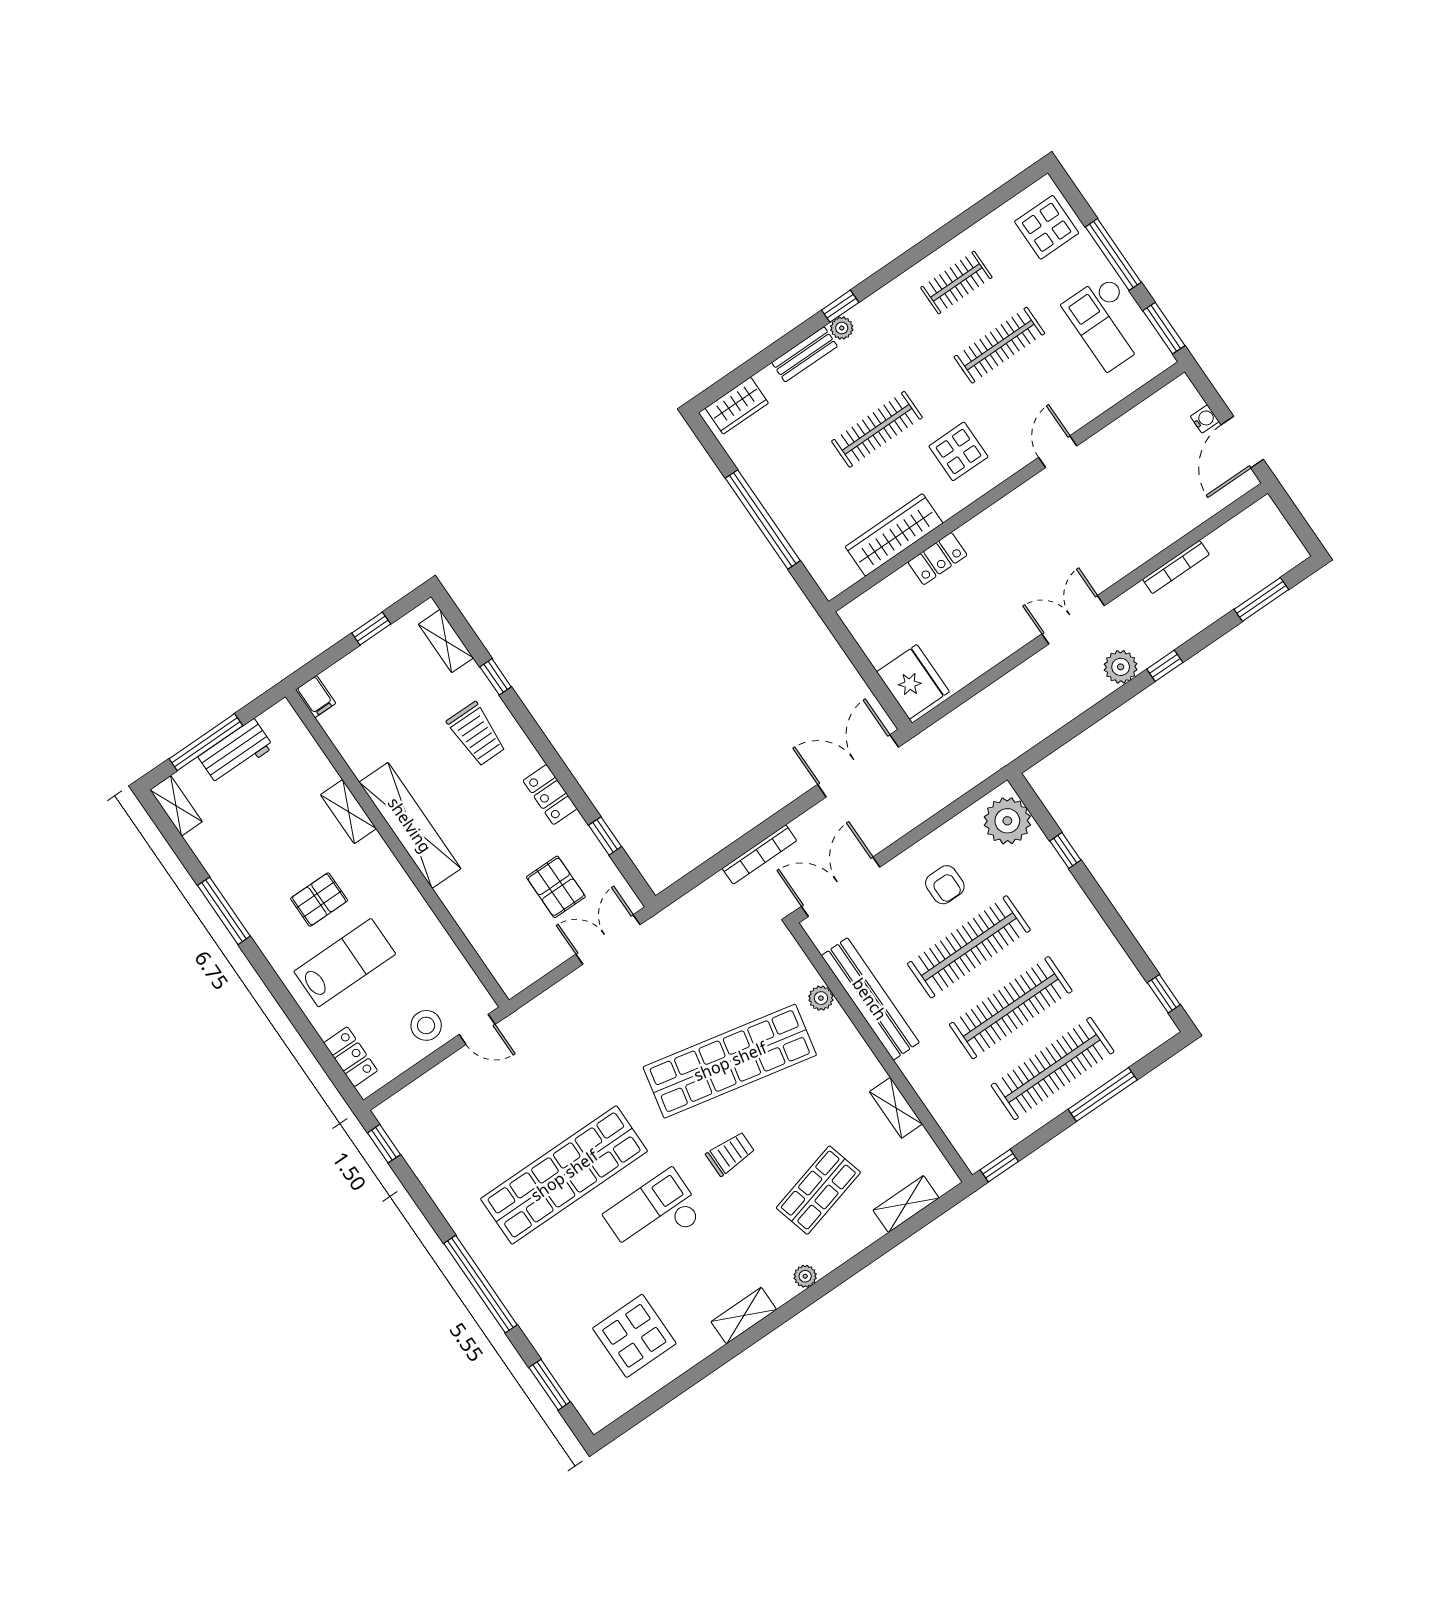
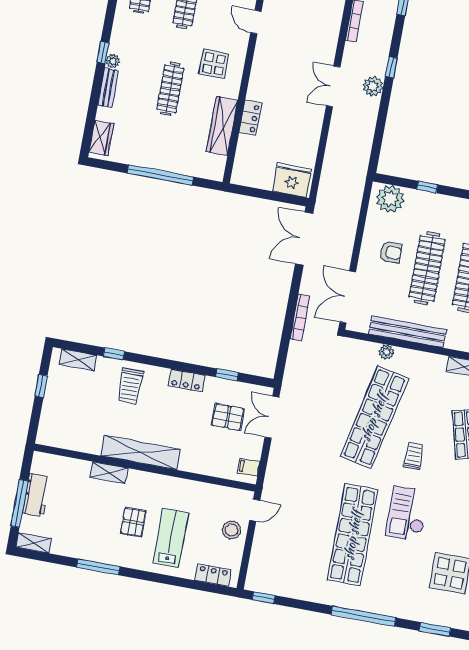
filing cabinet: (316, 697) -> (249, 467), moved, turned 180
trolley: (477, 734) -> (130, 386), turned 90

